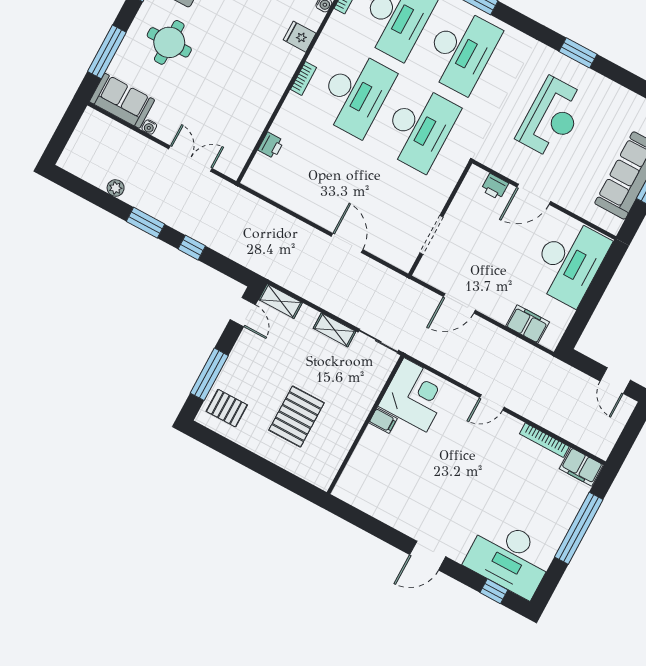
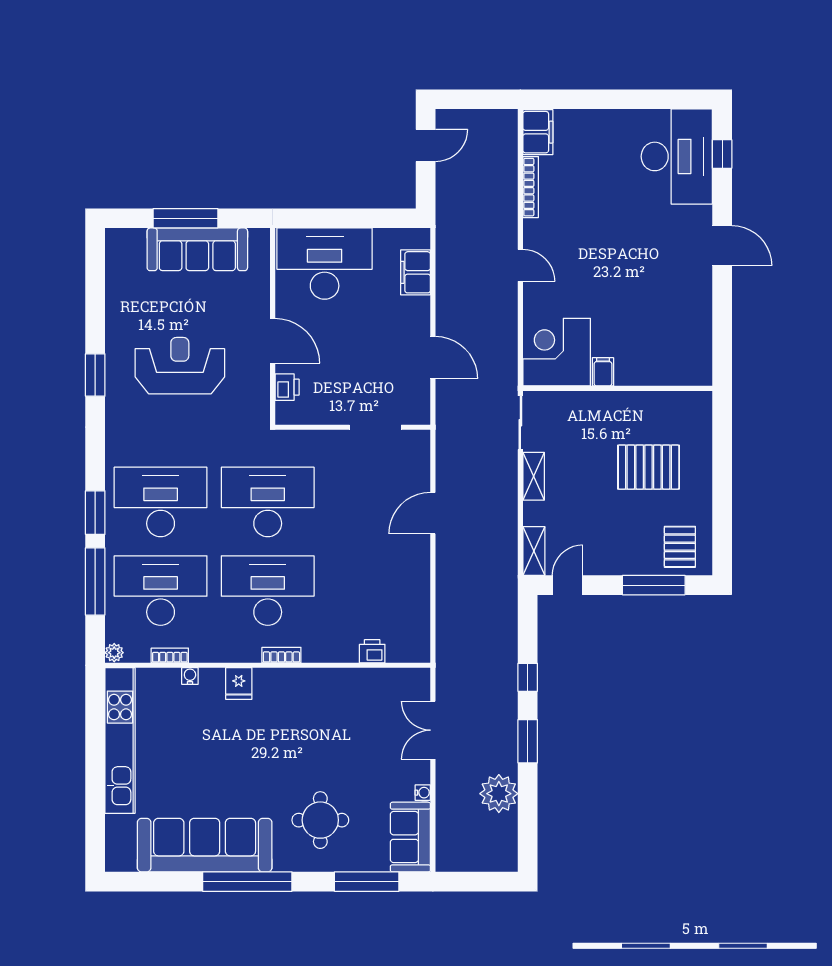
plant: (116, 188) -> (499, 794), width x1.87, depth x1.87
window: (579, 528) -> (605, 99), removed

